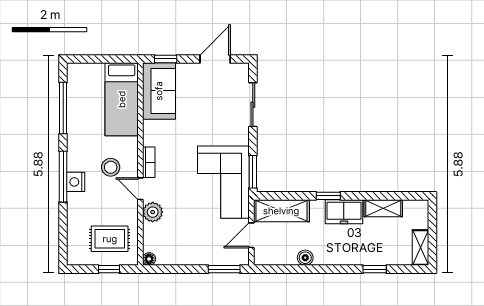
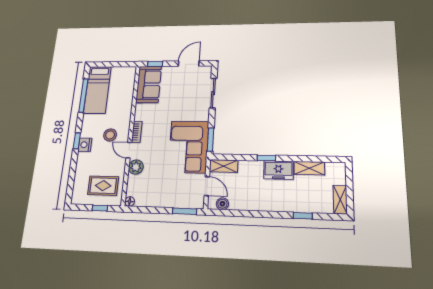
bed: (122, 99) -> (97, 90), moved
window: (63, 177) -> (77, 141), width x0.46
shelving: (281, 211) -> (224, 166), width x0.67, depth x0.75
door: (251, 235) -> (207, 186), swing flipped
boiler: (305, 258) -> (222, 204), moved

